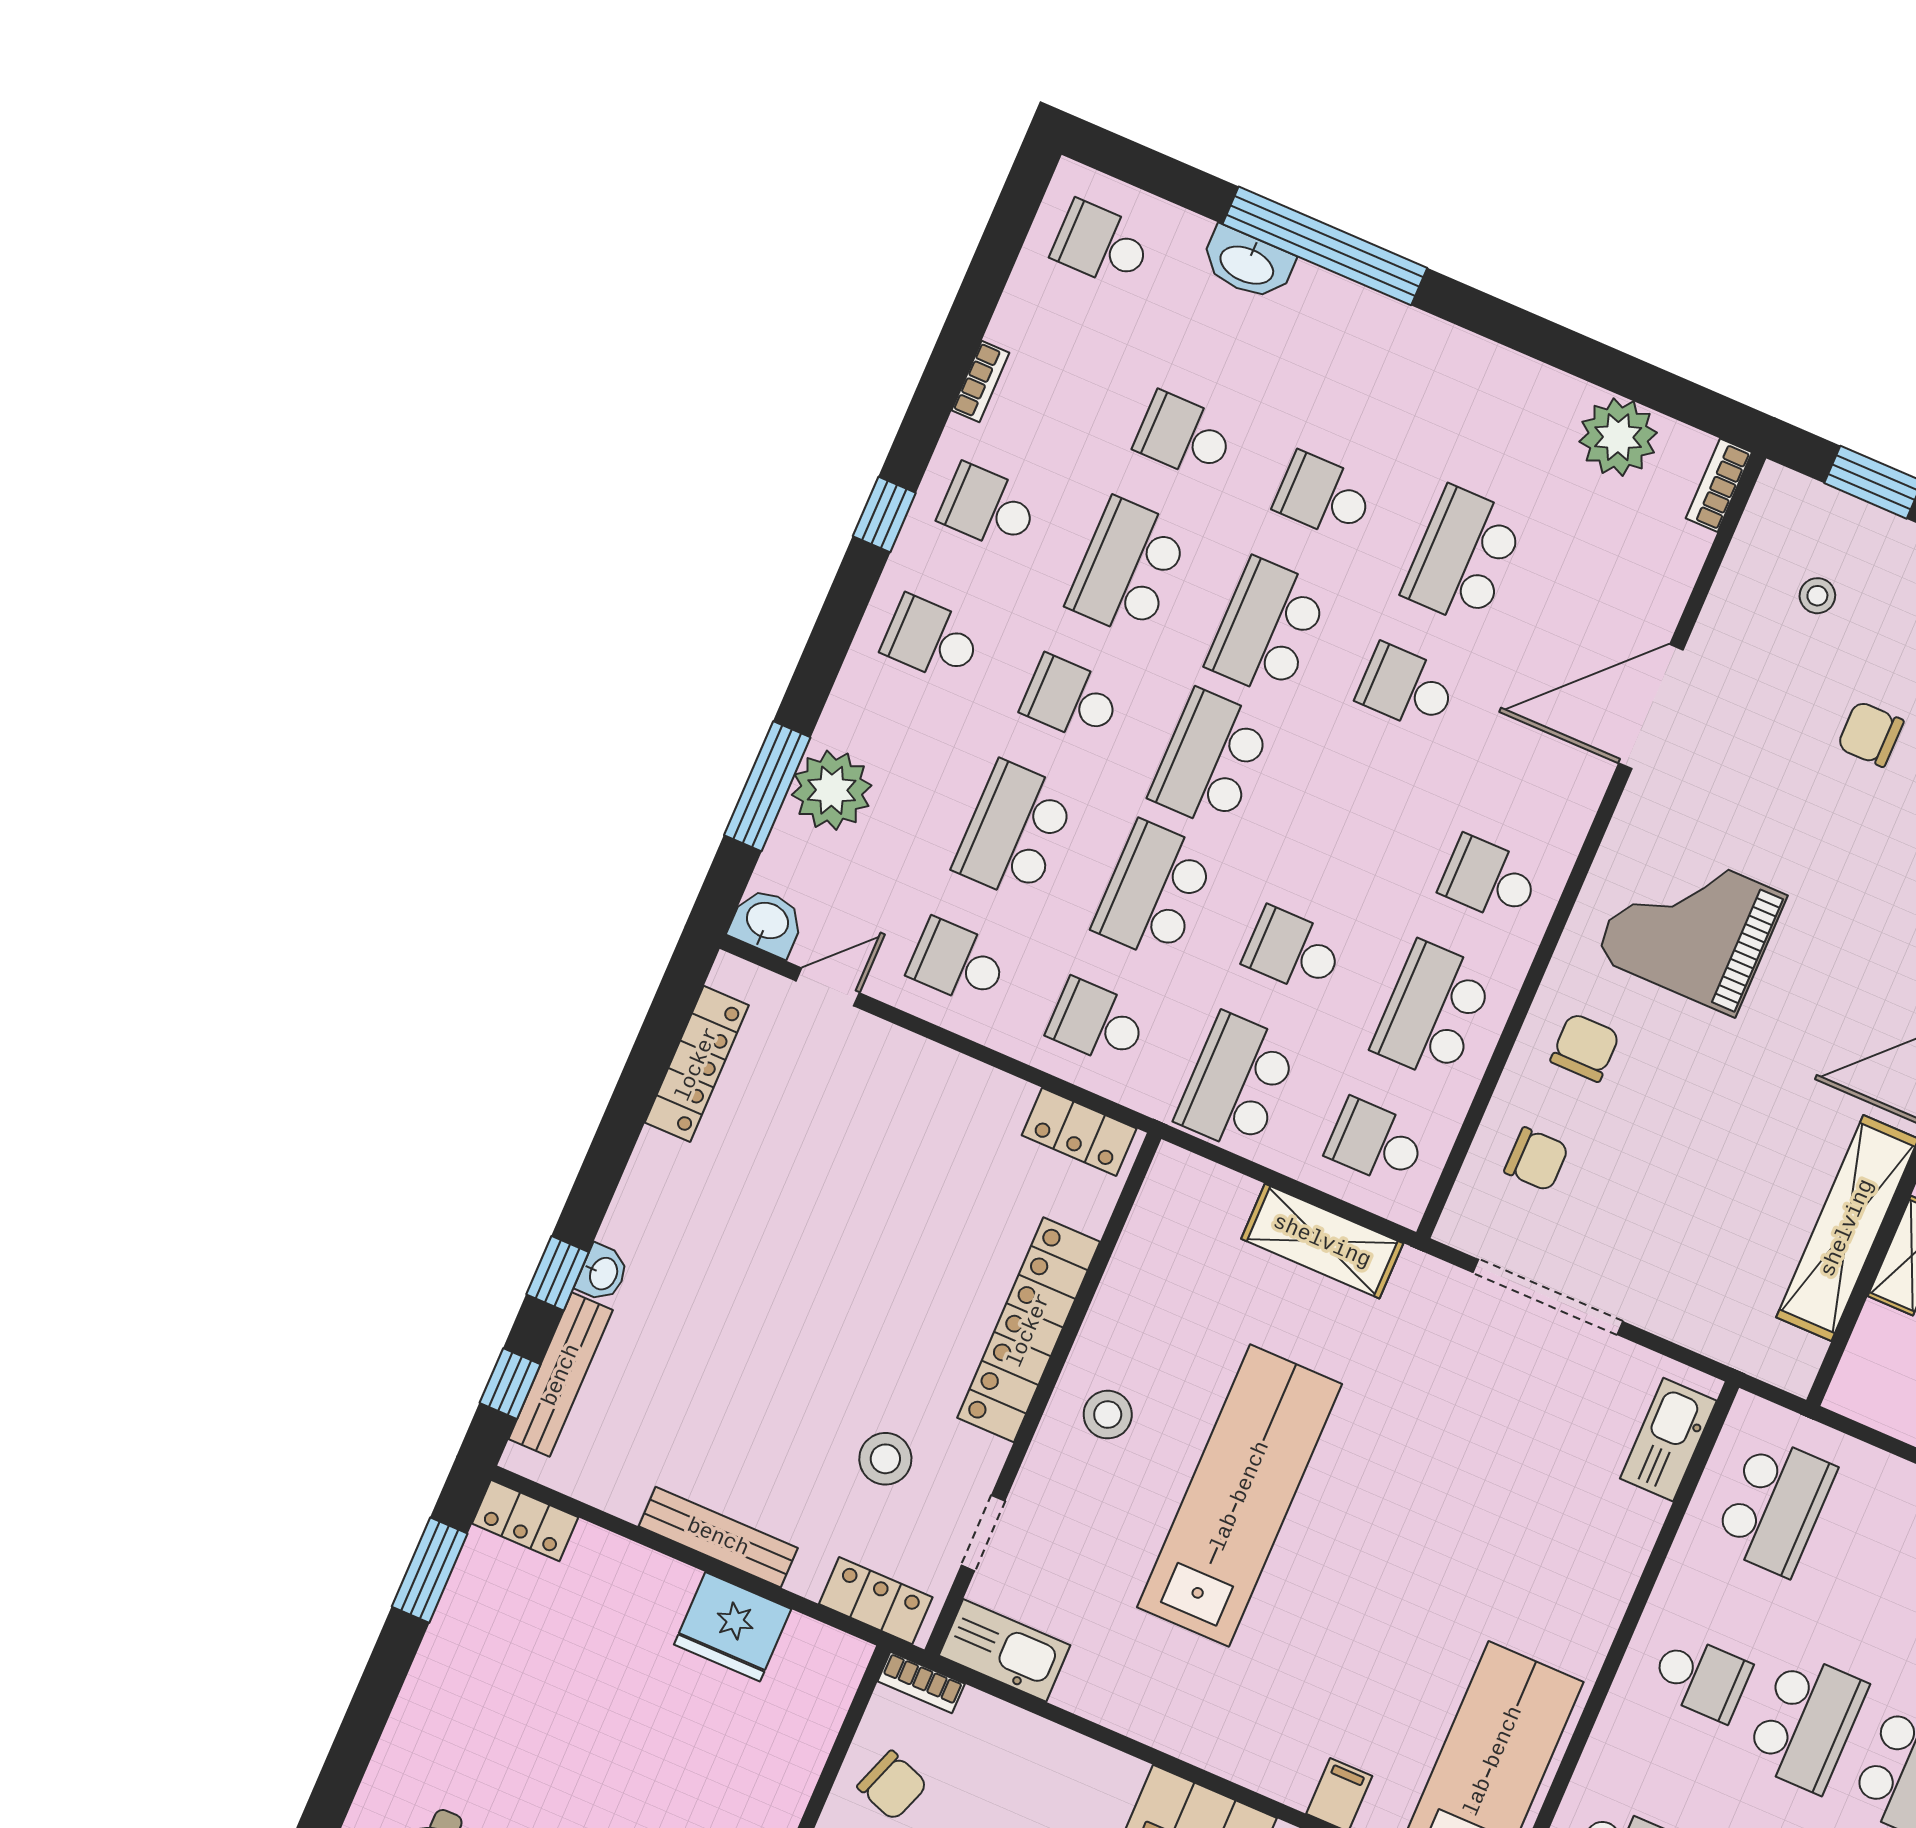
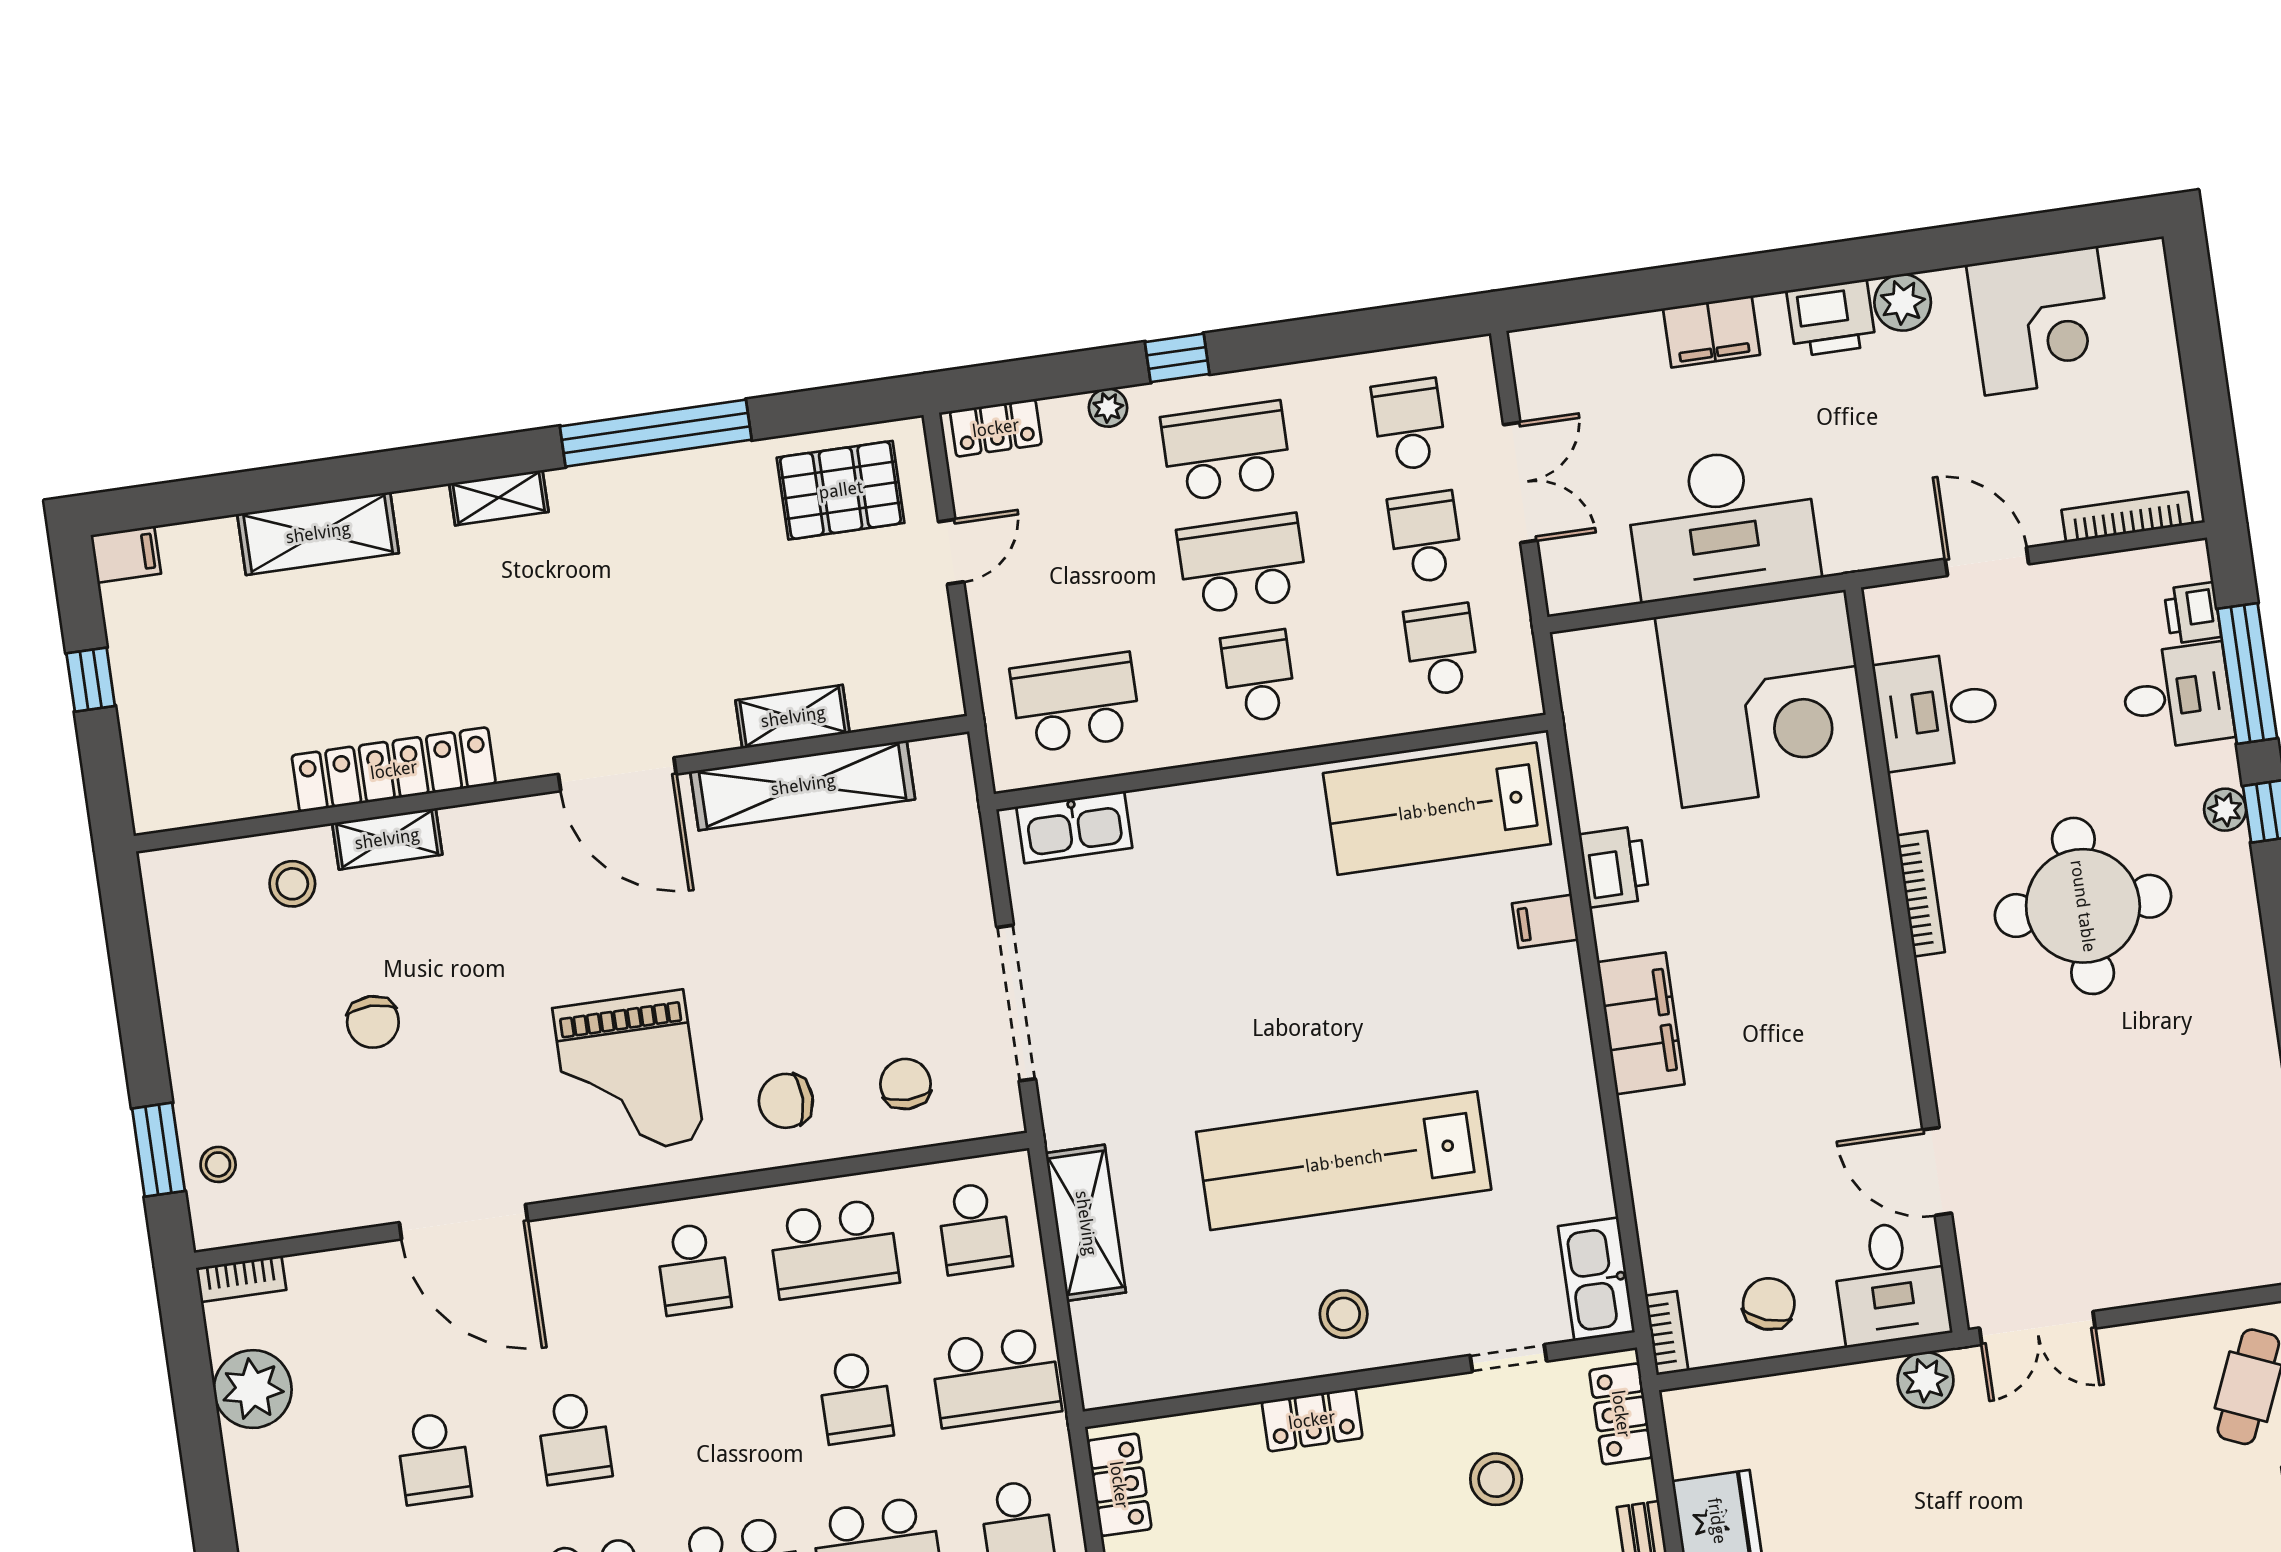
school desk: (1463, 556) -> (433, 1458), width x0.54
stool: (1817, 596) -> (218, 1164), moved
locker: (1029, 1330) -> (1312, 1420), width x0.46, depth x0.83

